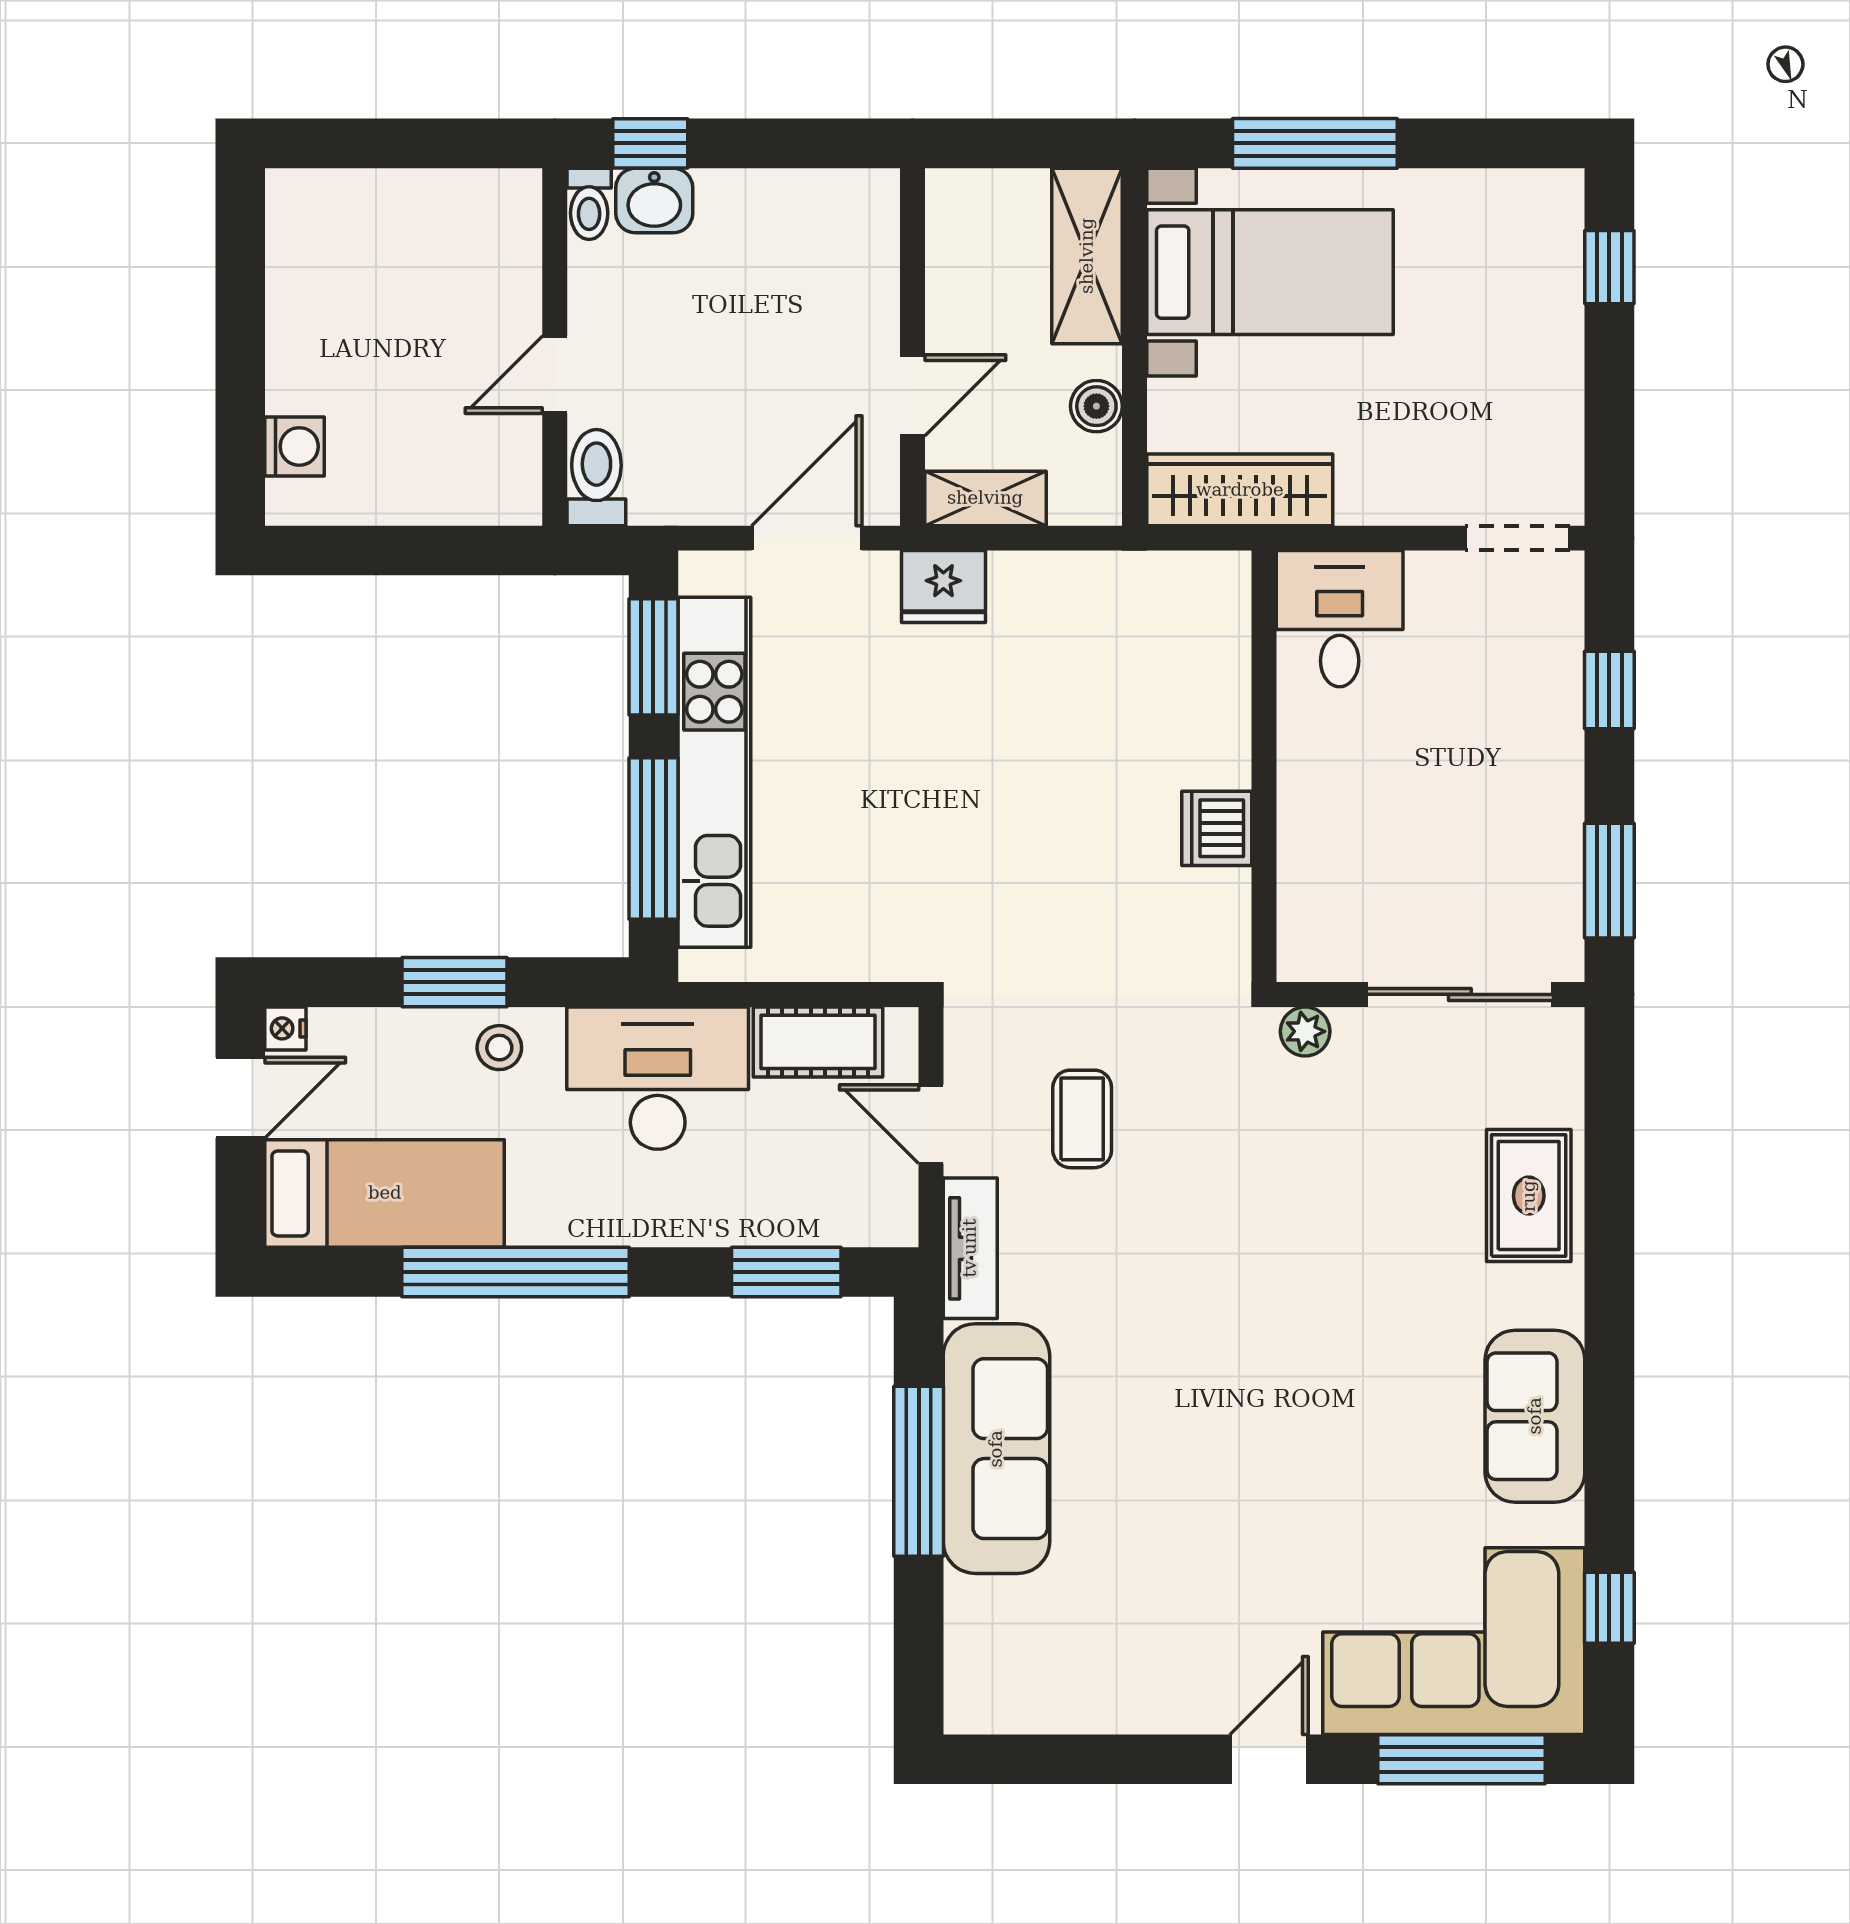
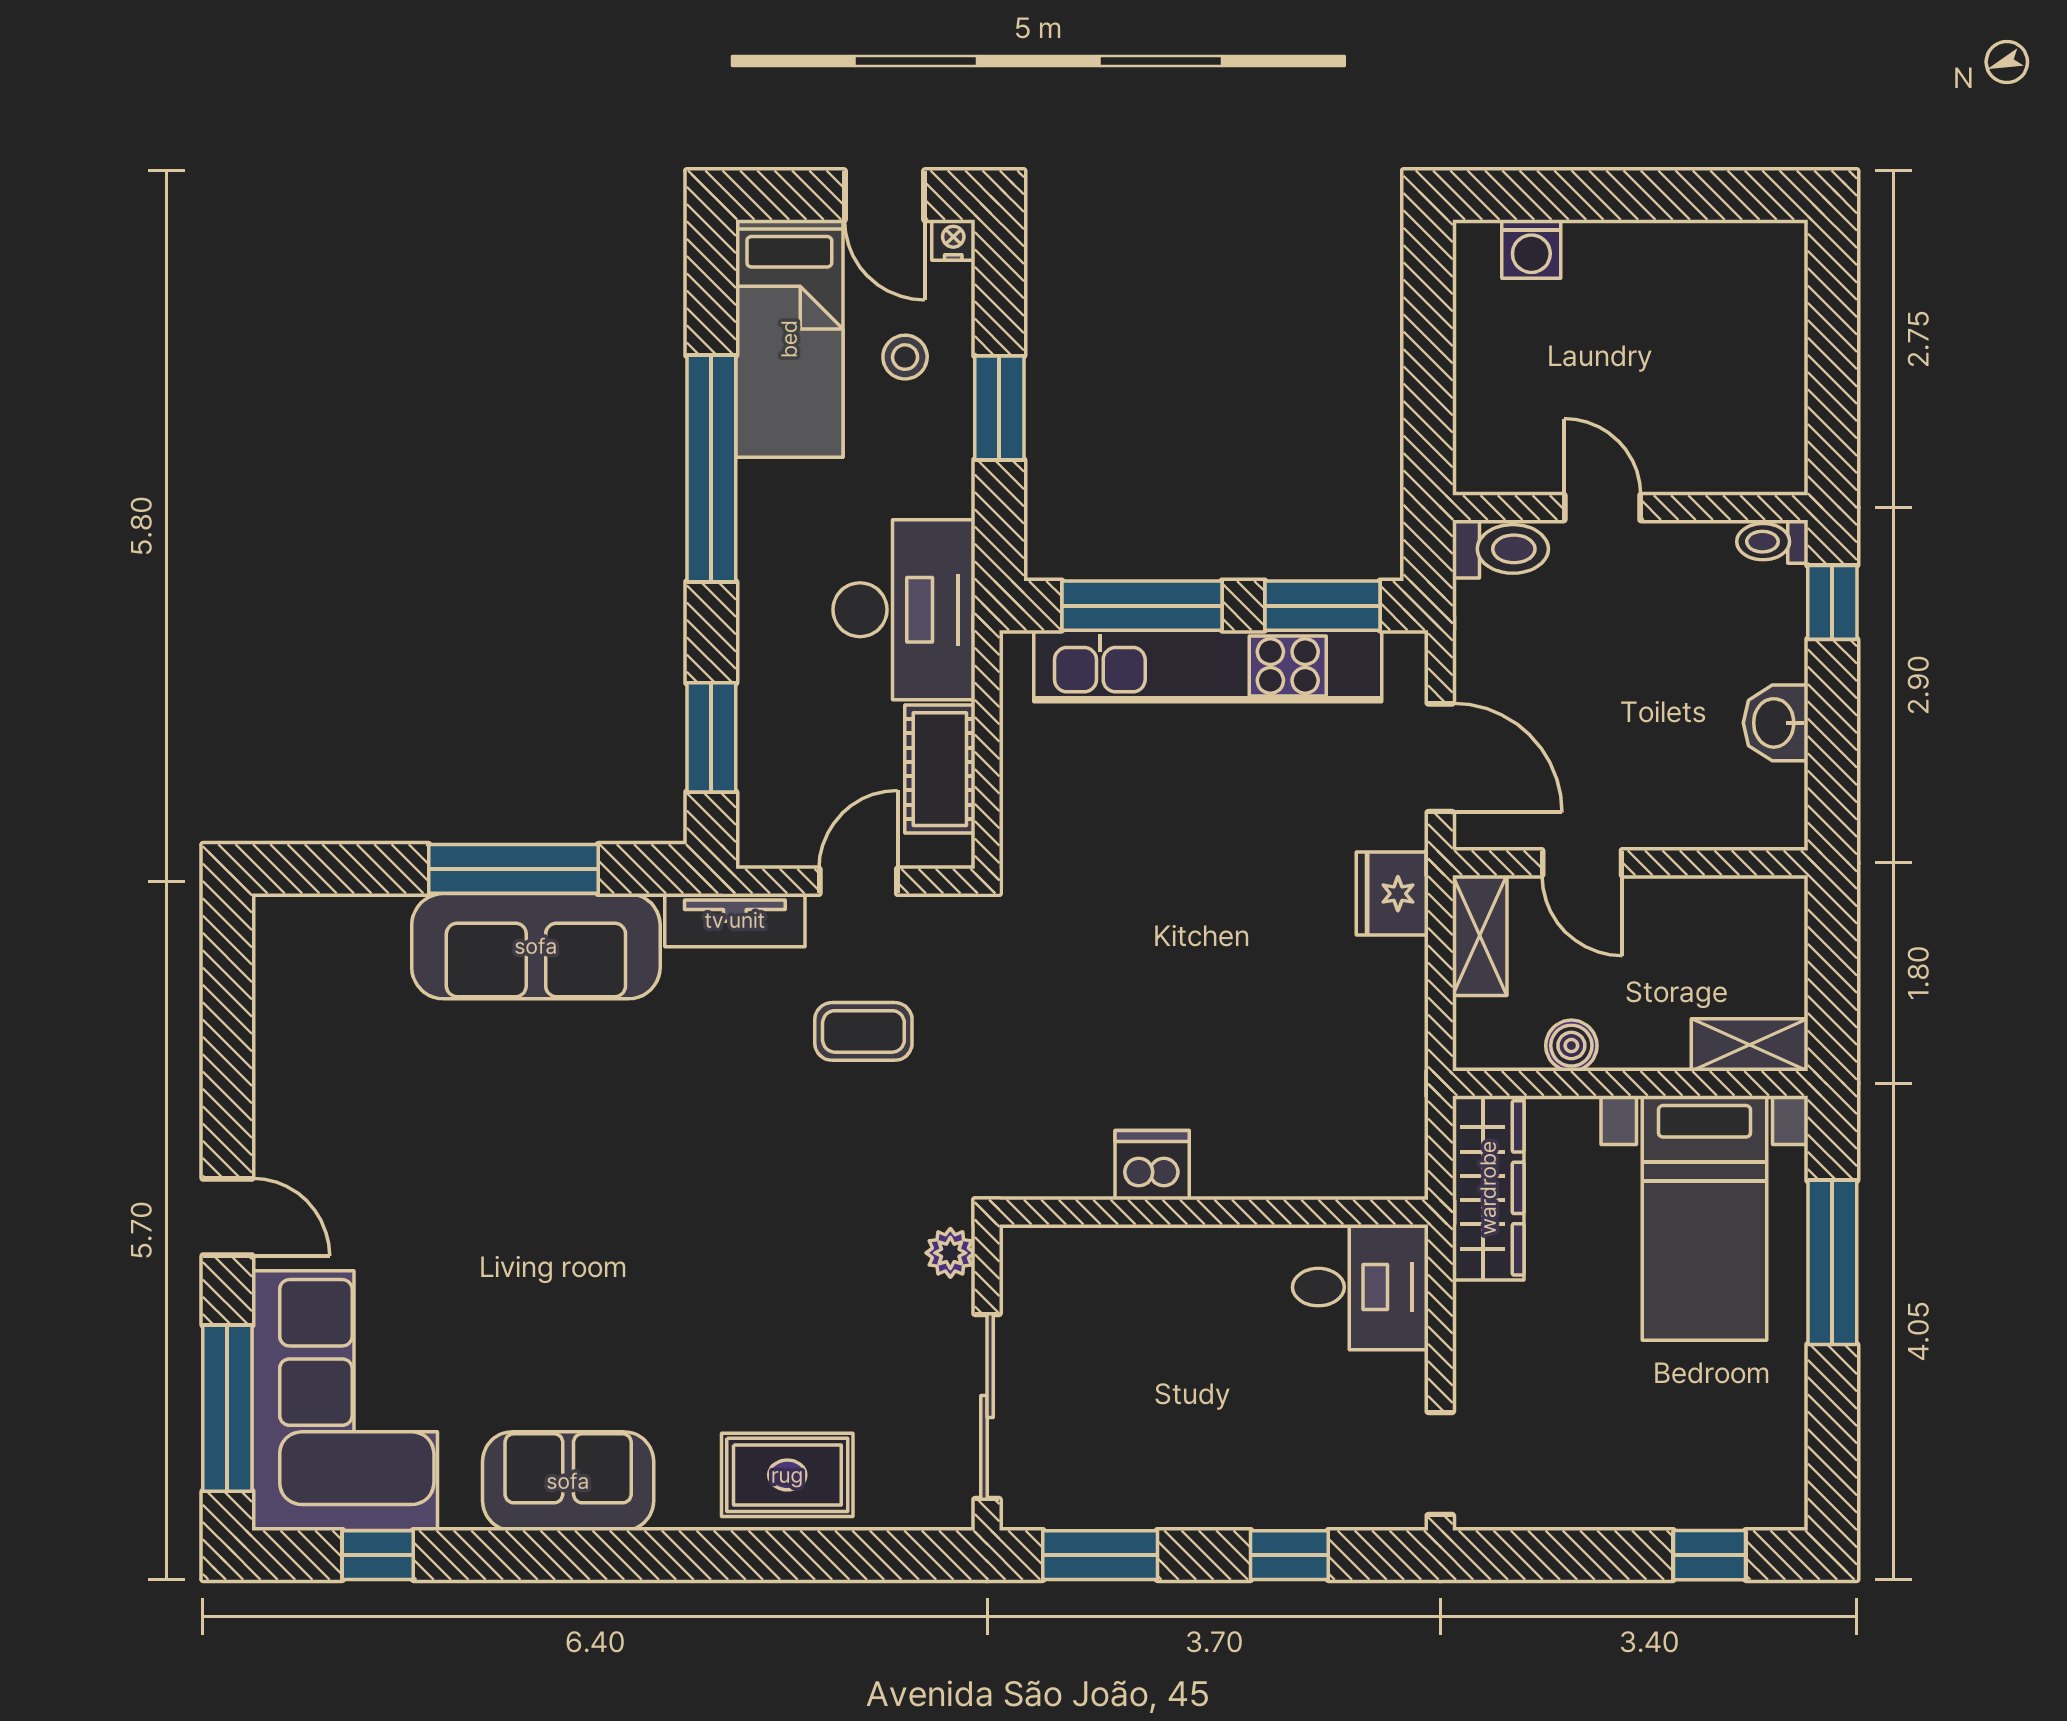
washbasin: (654, 200) -> (1776, 723), moved
shelving: (1087, 256) -> (1750, 1045), width x0.67, depth x0.75
stool: (499, 1048) -> (905, 357), moved

